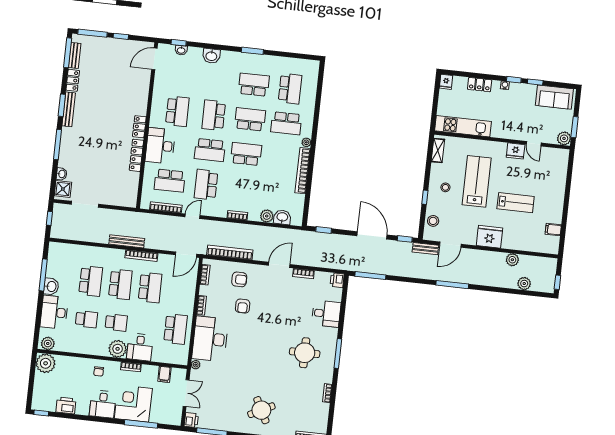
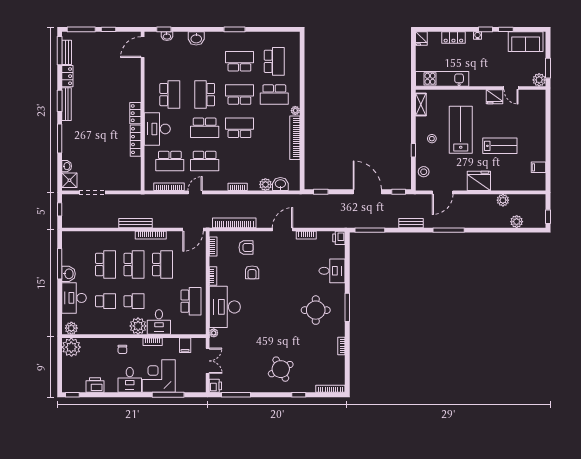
school desk: (206, 185) -> (205, 161), turned -90
bench: (425, 249) -> (411, 223), moved

